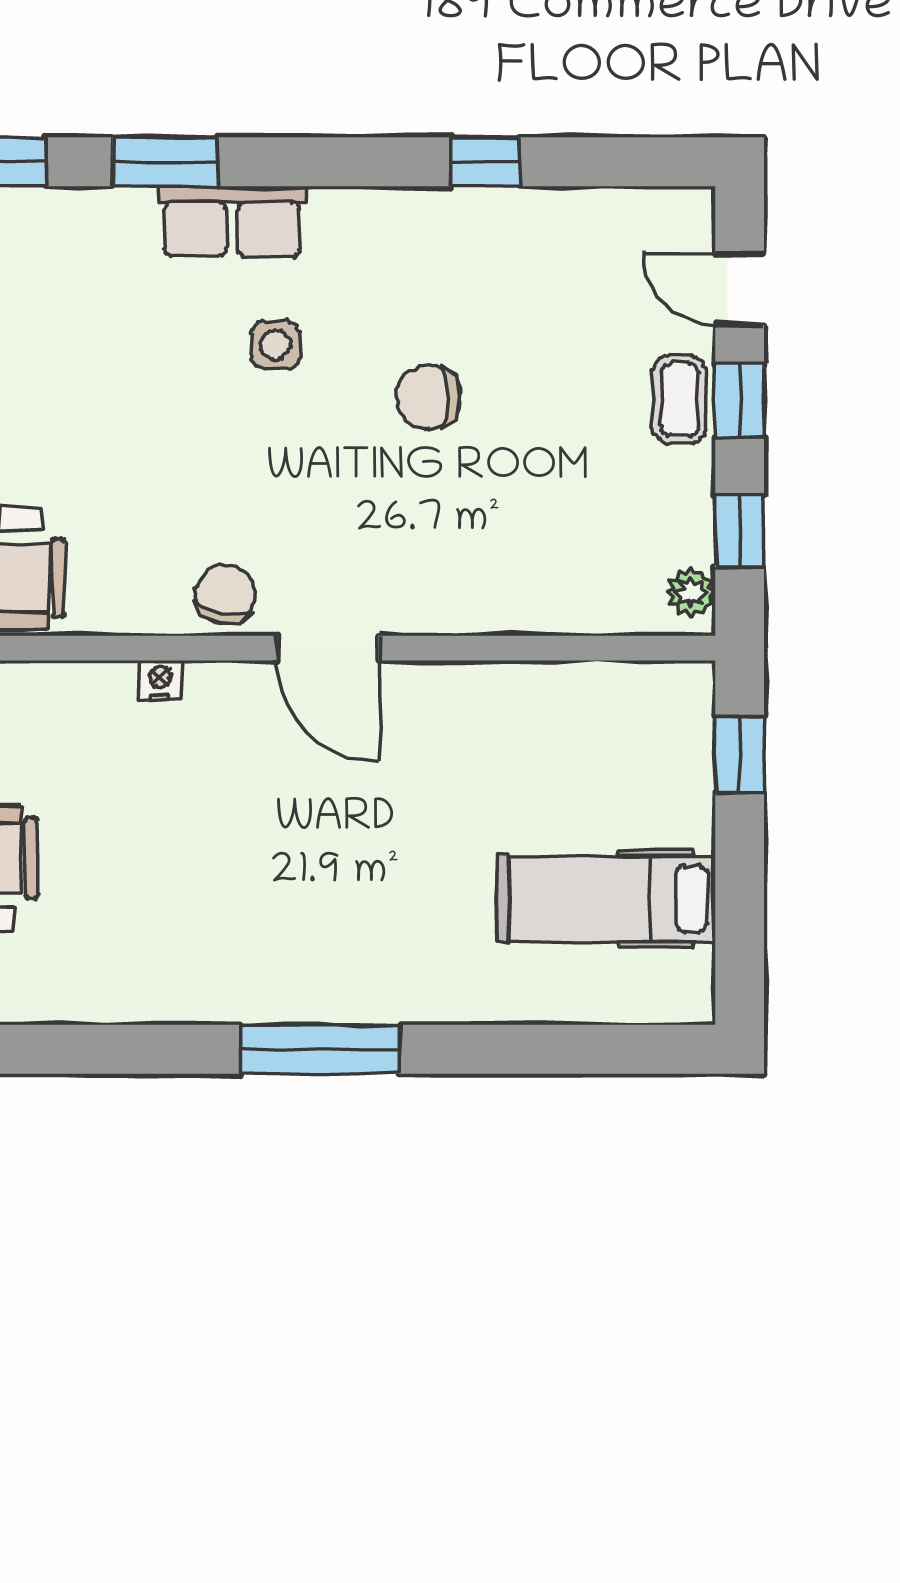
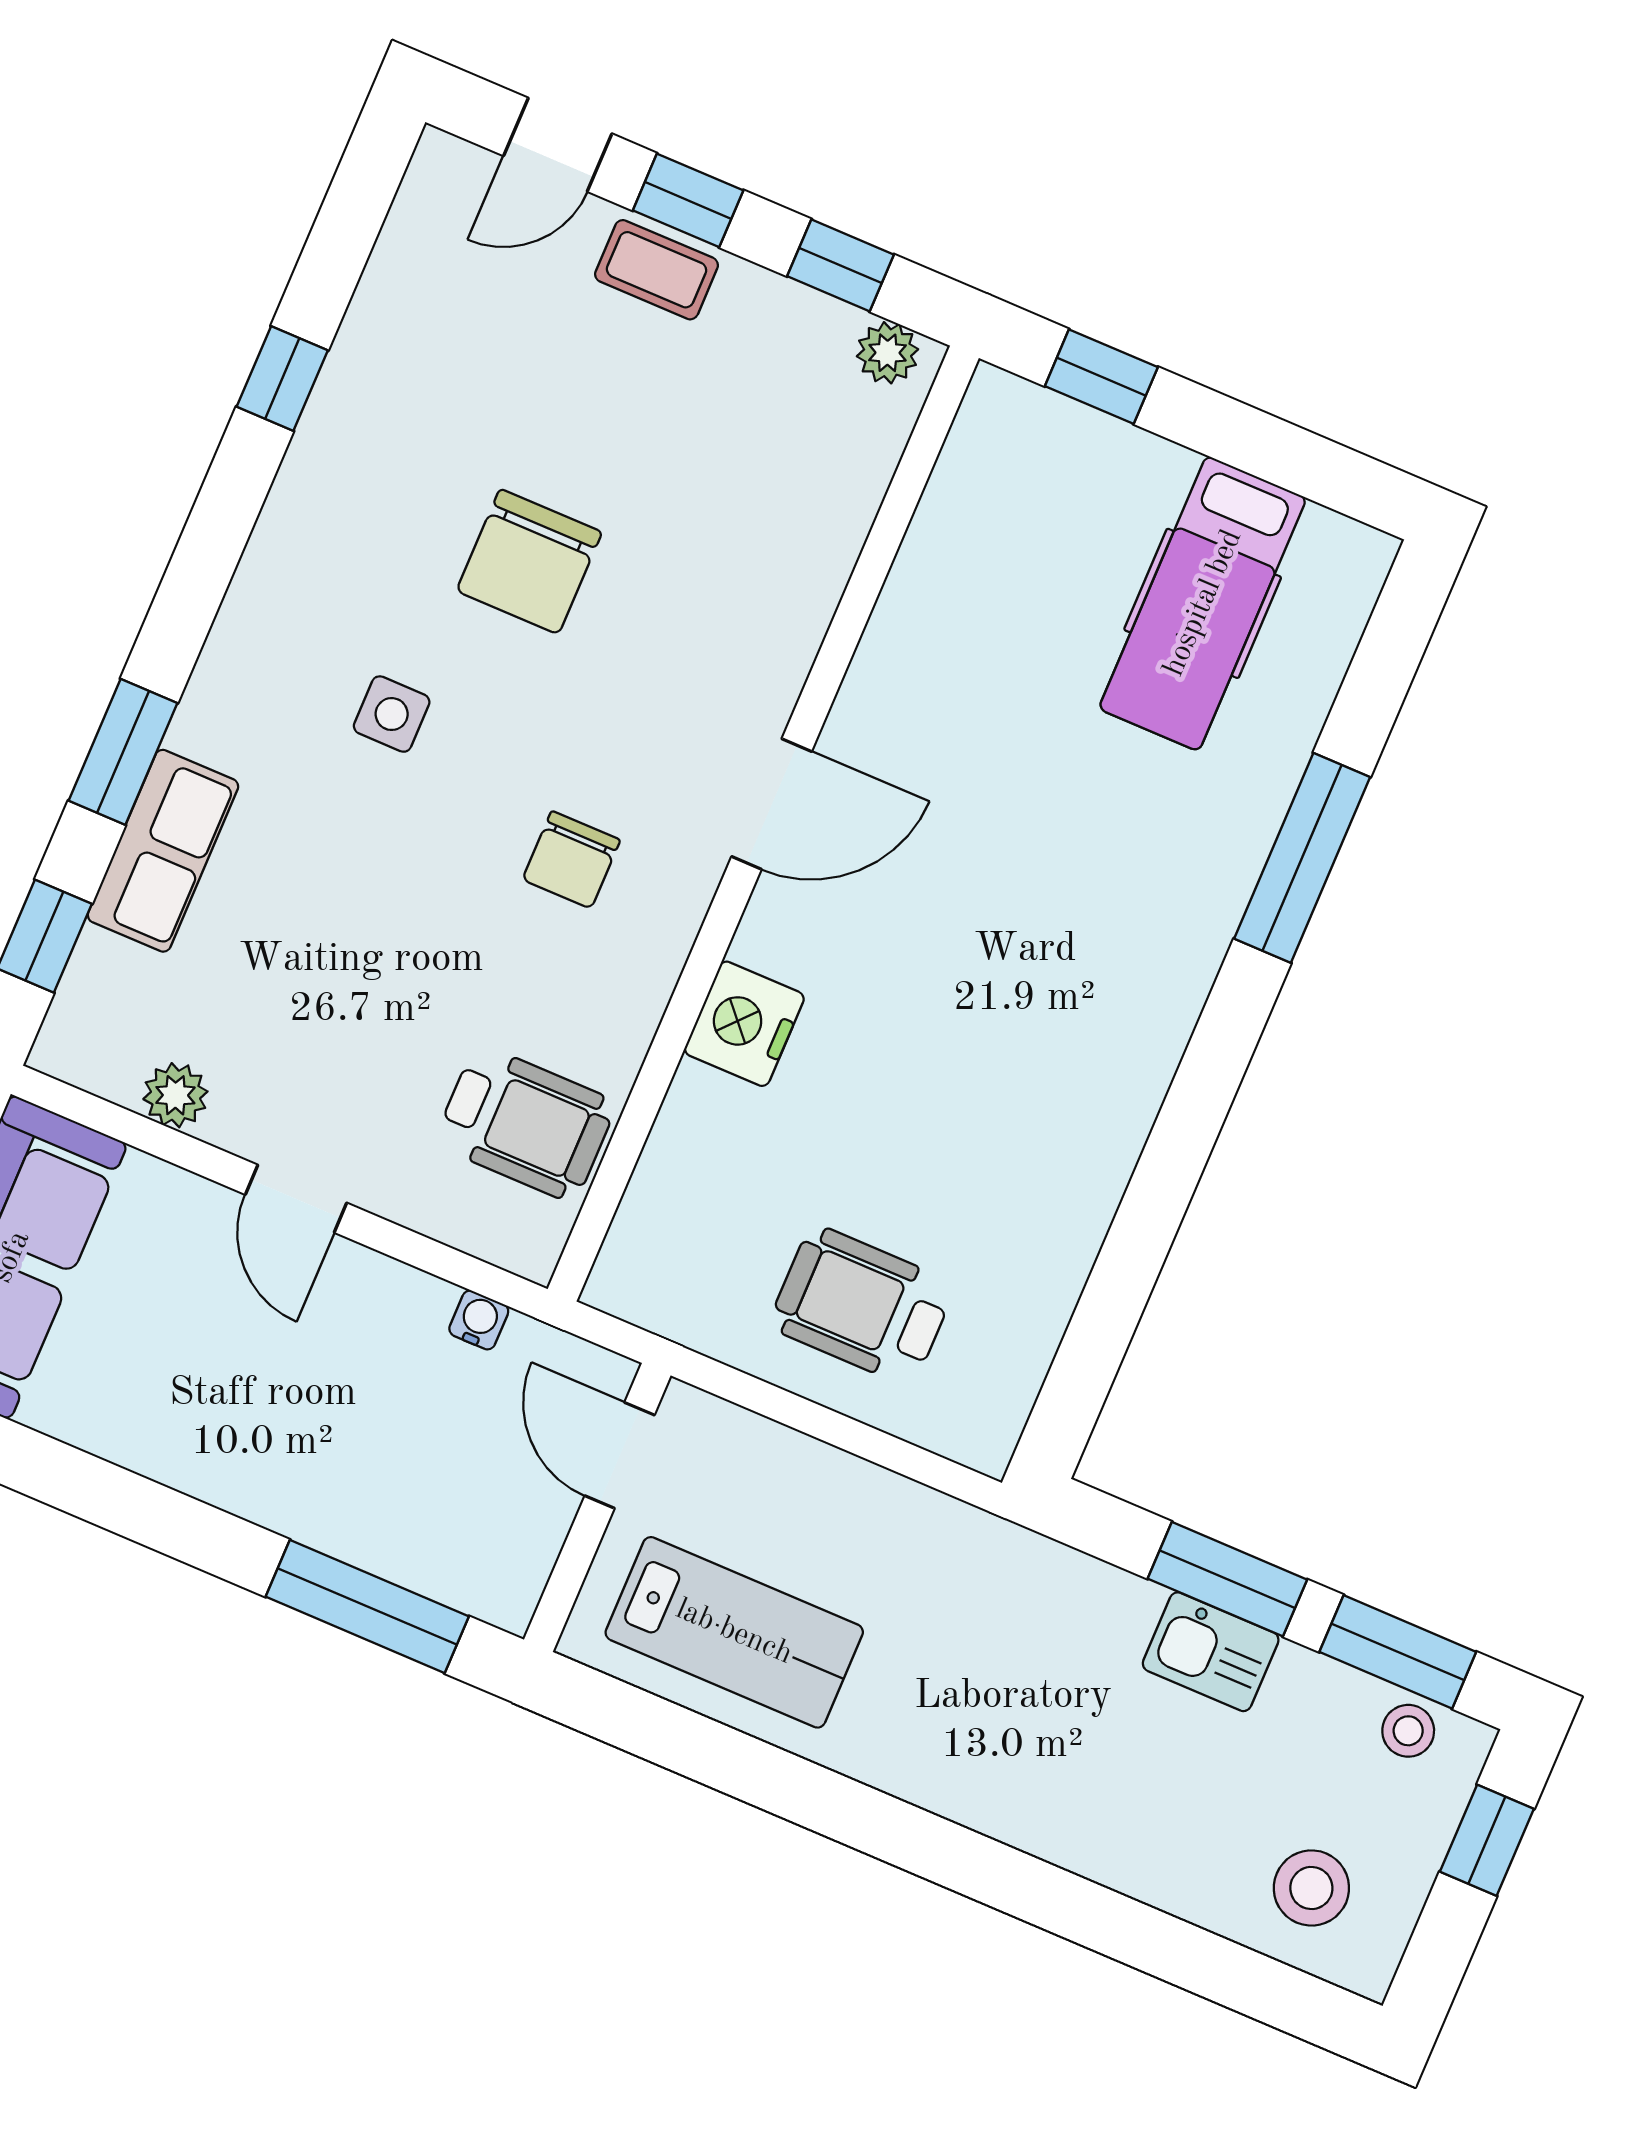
row of seats: (232, 221) -> (163, 851), moved
chair: (429, 397) -> (529, 562), width x1.37, depth x1.37
chair: (225, 595) -> (571, 860), moved, turned -101
nightstand: (160, 680) -> (744, 1024), width x1.89, depth x1.79
window: (320, 1049) -> (1302, 858), moved

